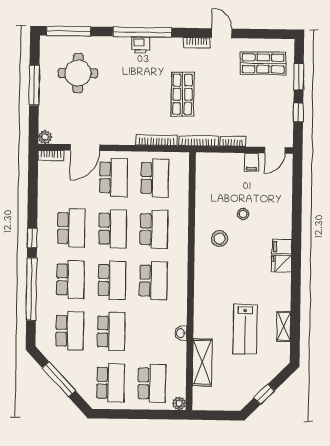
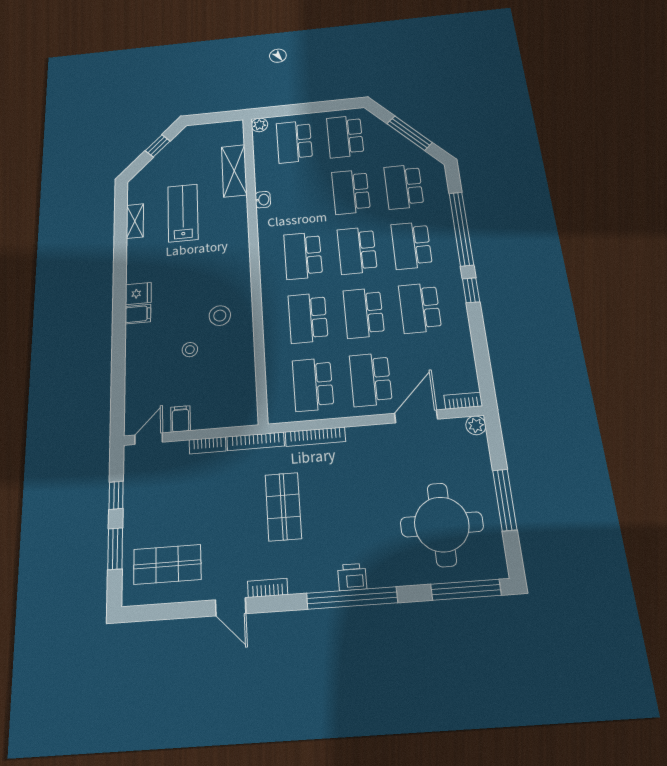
round table: (78, 73) -> (442, 524), width x1.36, depth x1.36

